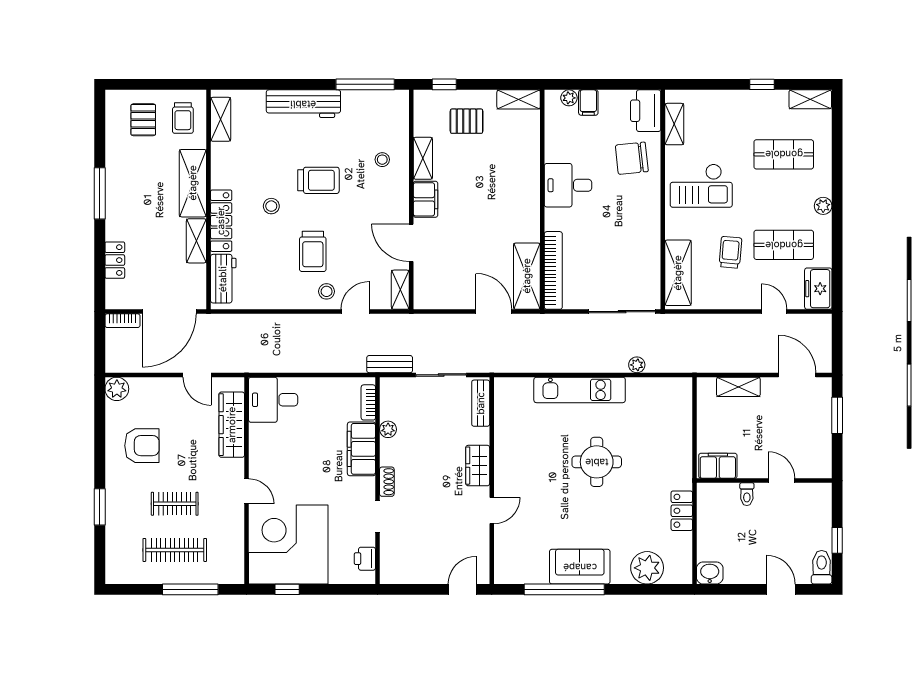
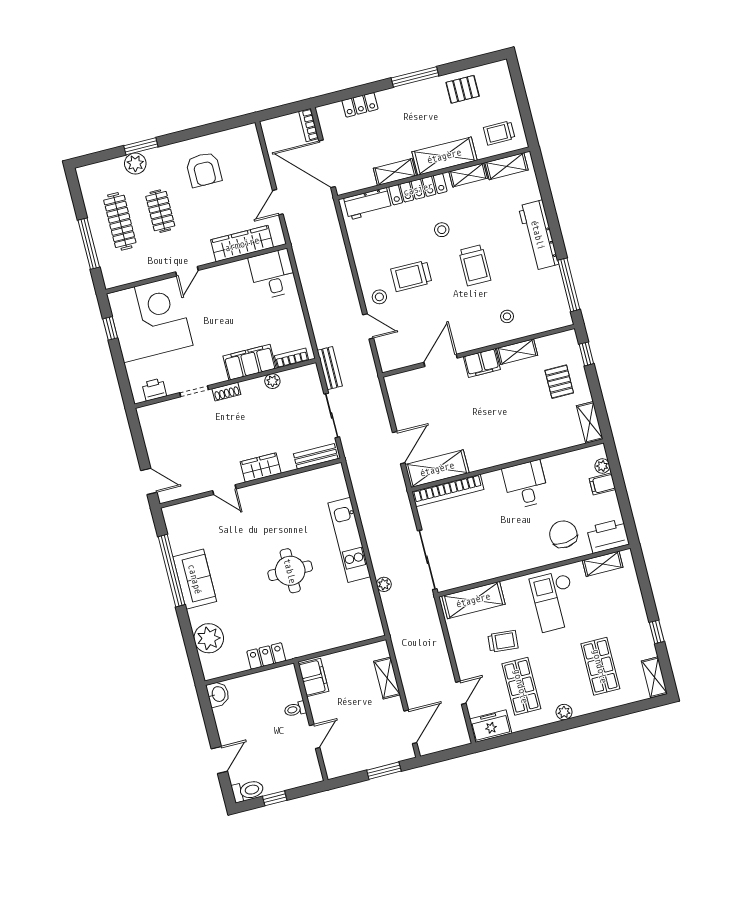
pallet: (143, 120) -> (463, 89), moved
shelving: (400, 290) -> (468, 175), moved
plant: (117, 389) -> (135, 164), moved

